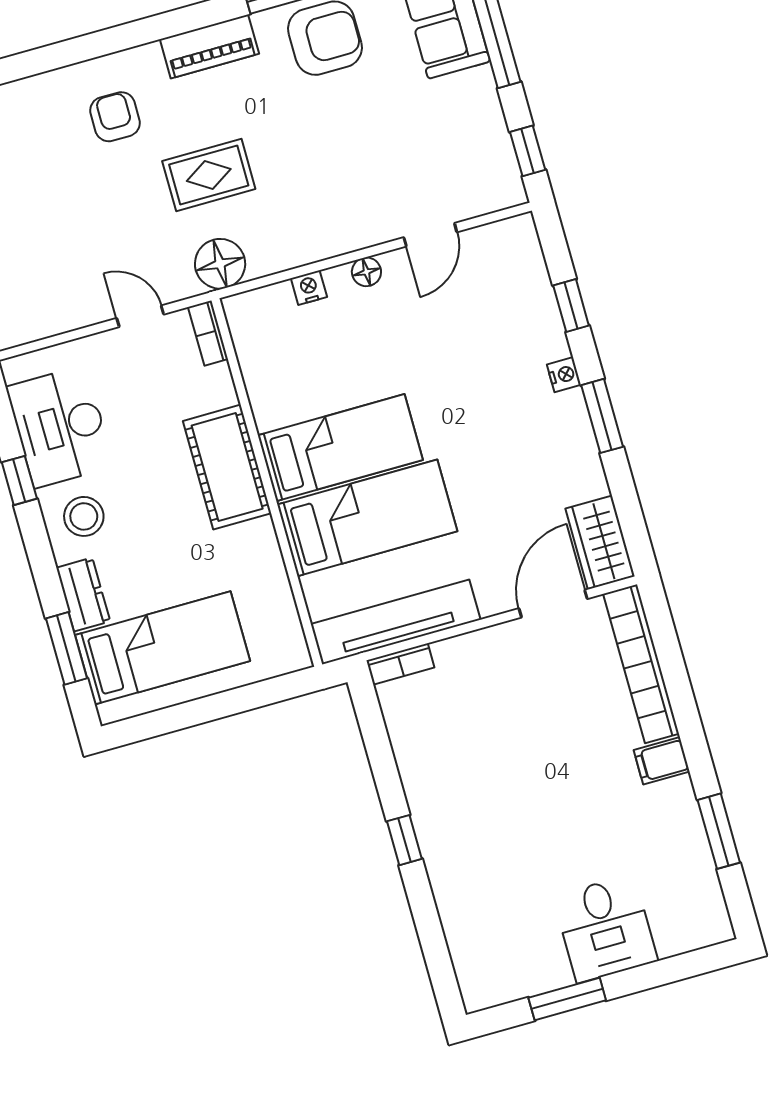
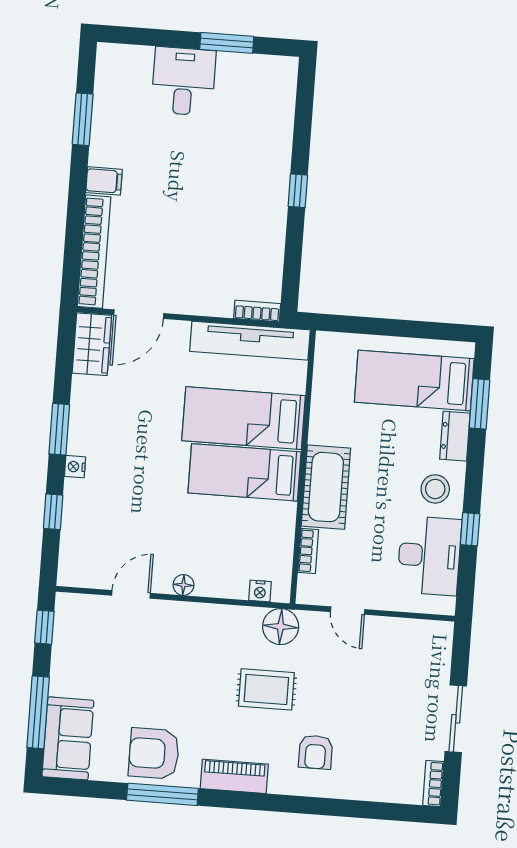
nightstand: (309, 288) -> (260, 591), moved
bookcase: (208, 333) -> (308, 551), moved

